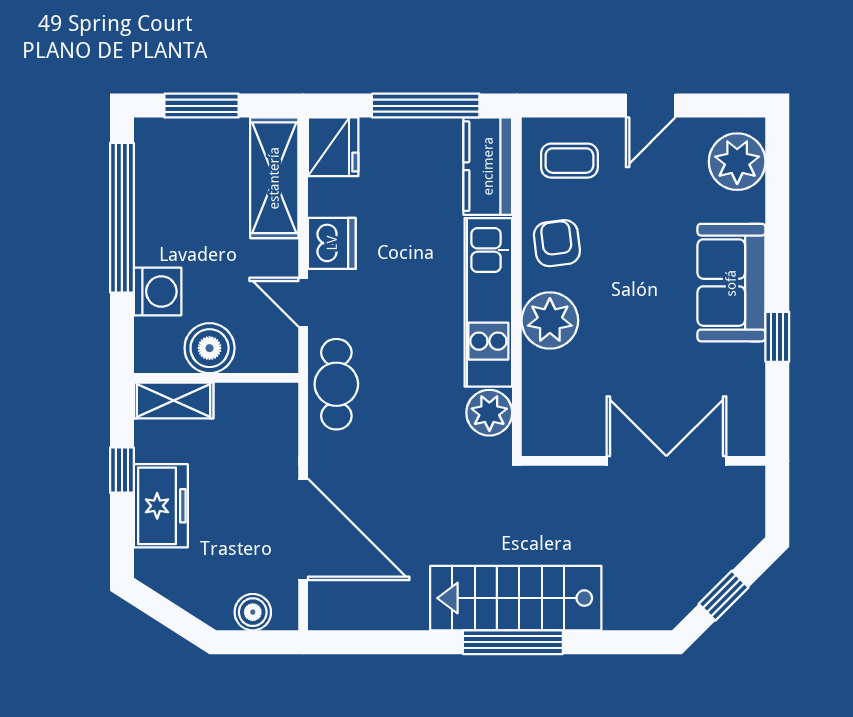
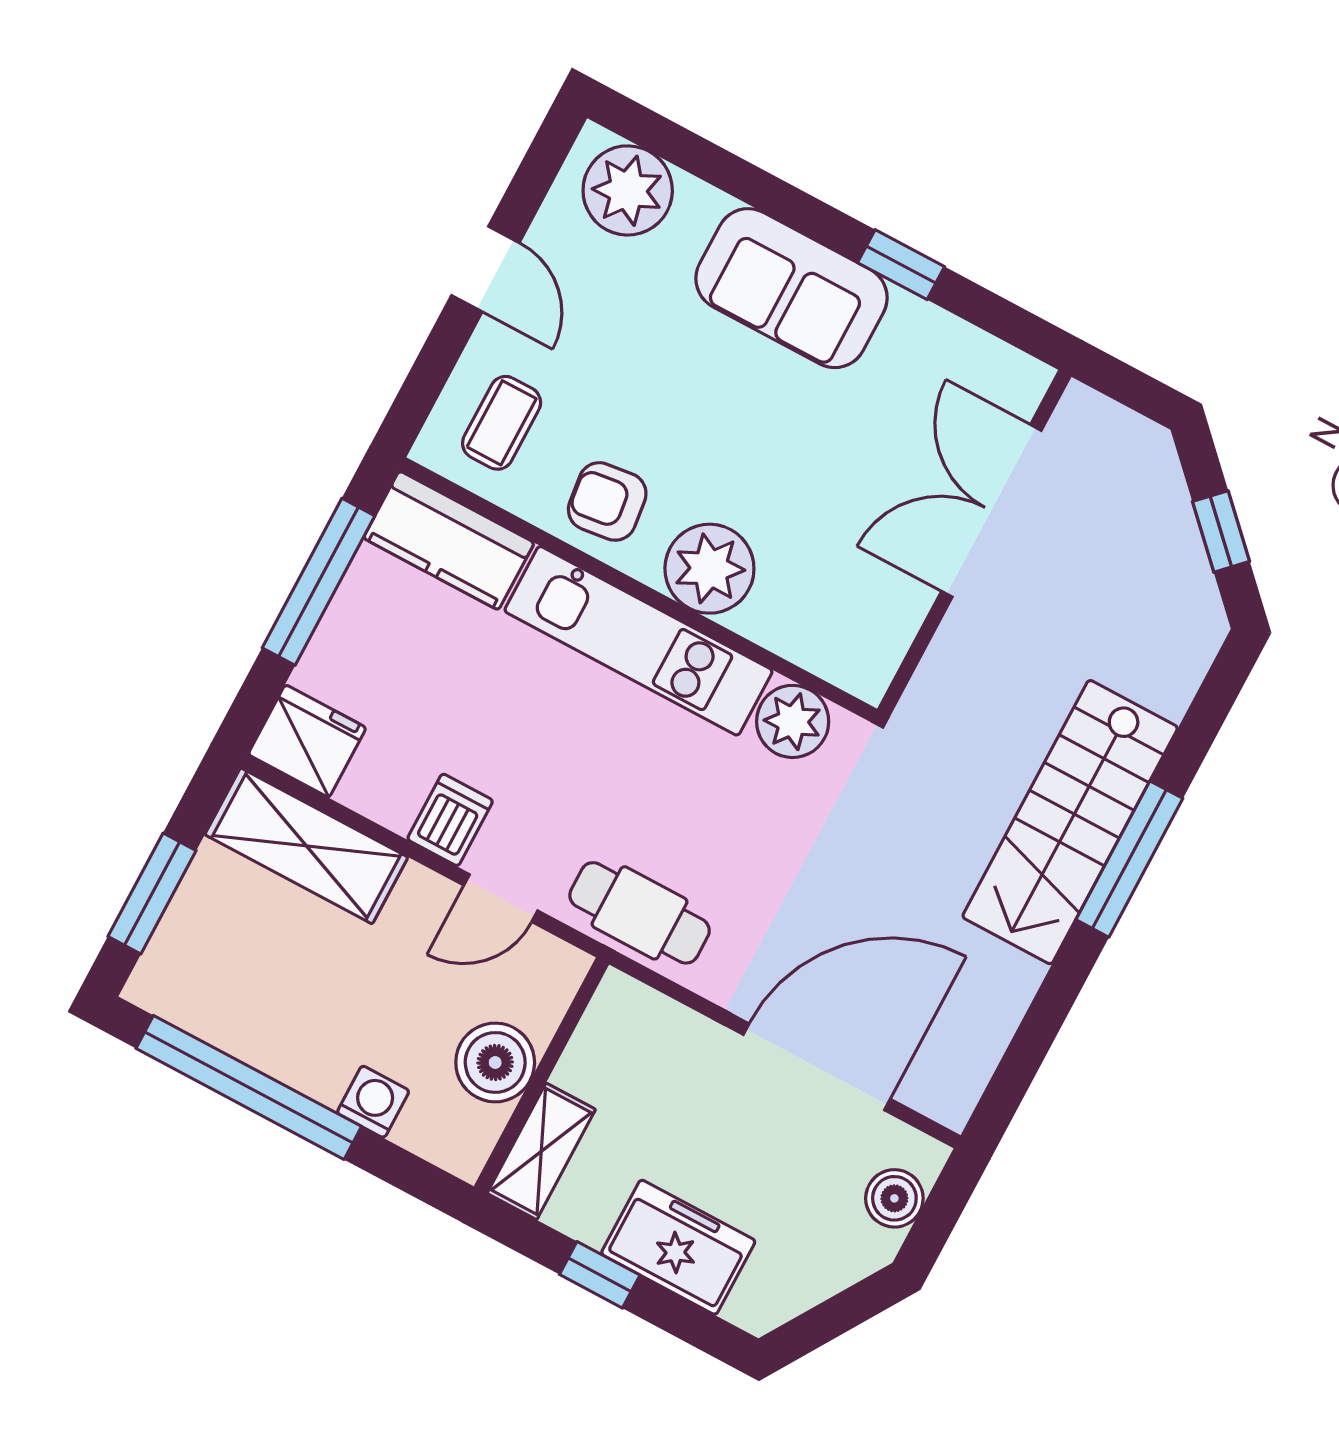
dishwasher: (332, 243) -> (450, 820), width x0.73
washing machine: (158, 292) -> (373, 1102), width x0.73, depth x0.73

